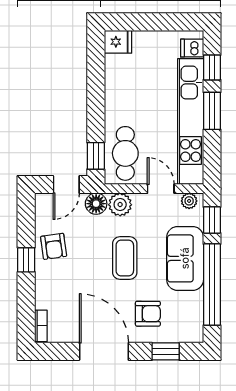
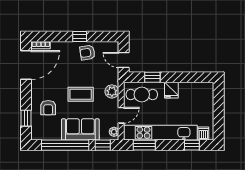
fridge: (118, 42) -> (171, 90), moved
window: (212, 111) -> (144, 145), moved
window: (96, 156) -> (152, 77), moved
floor lamp: (96, 204) -> (112, 77), removed
door: (104, 351) -> (26, 65), moved

